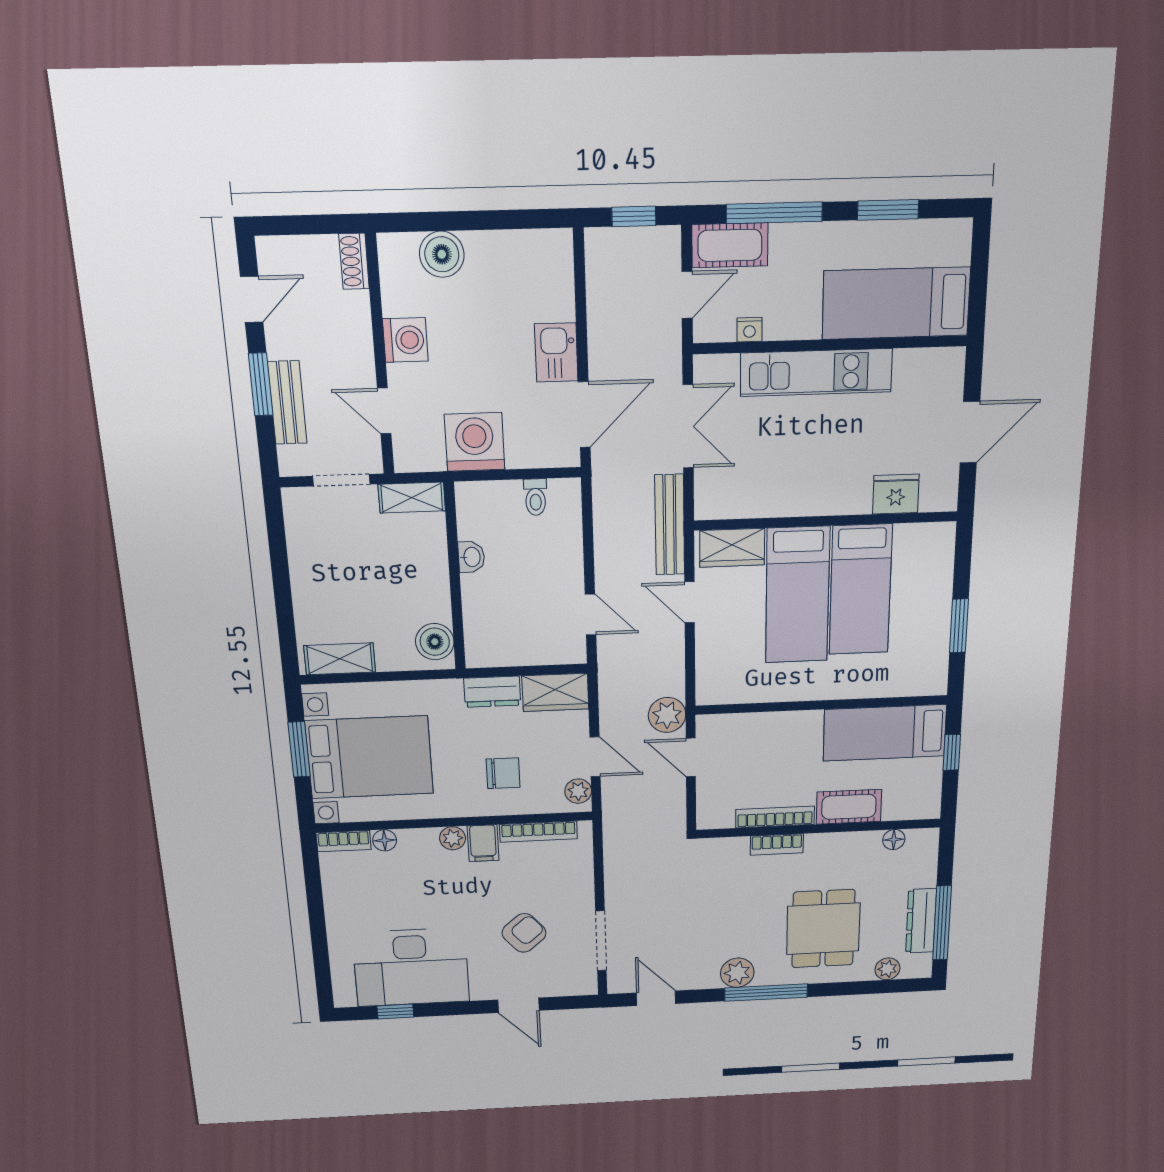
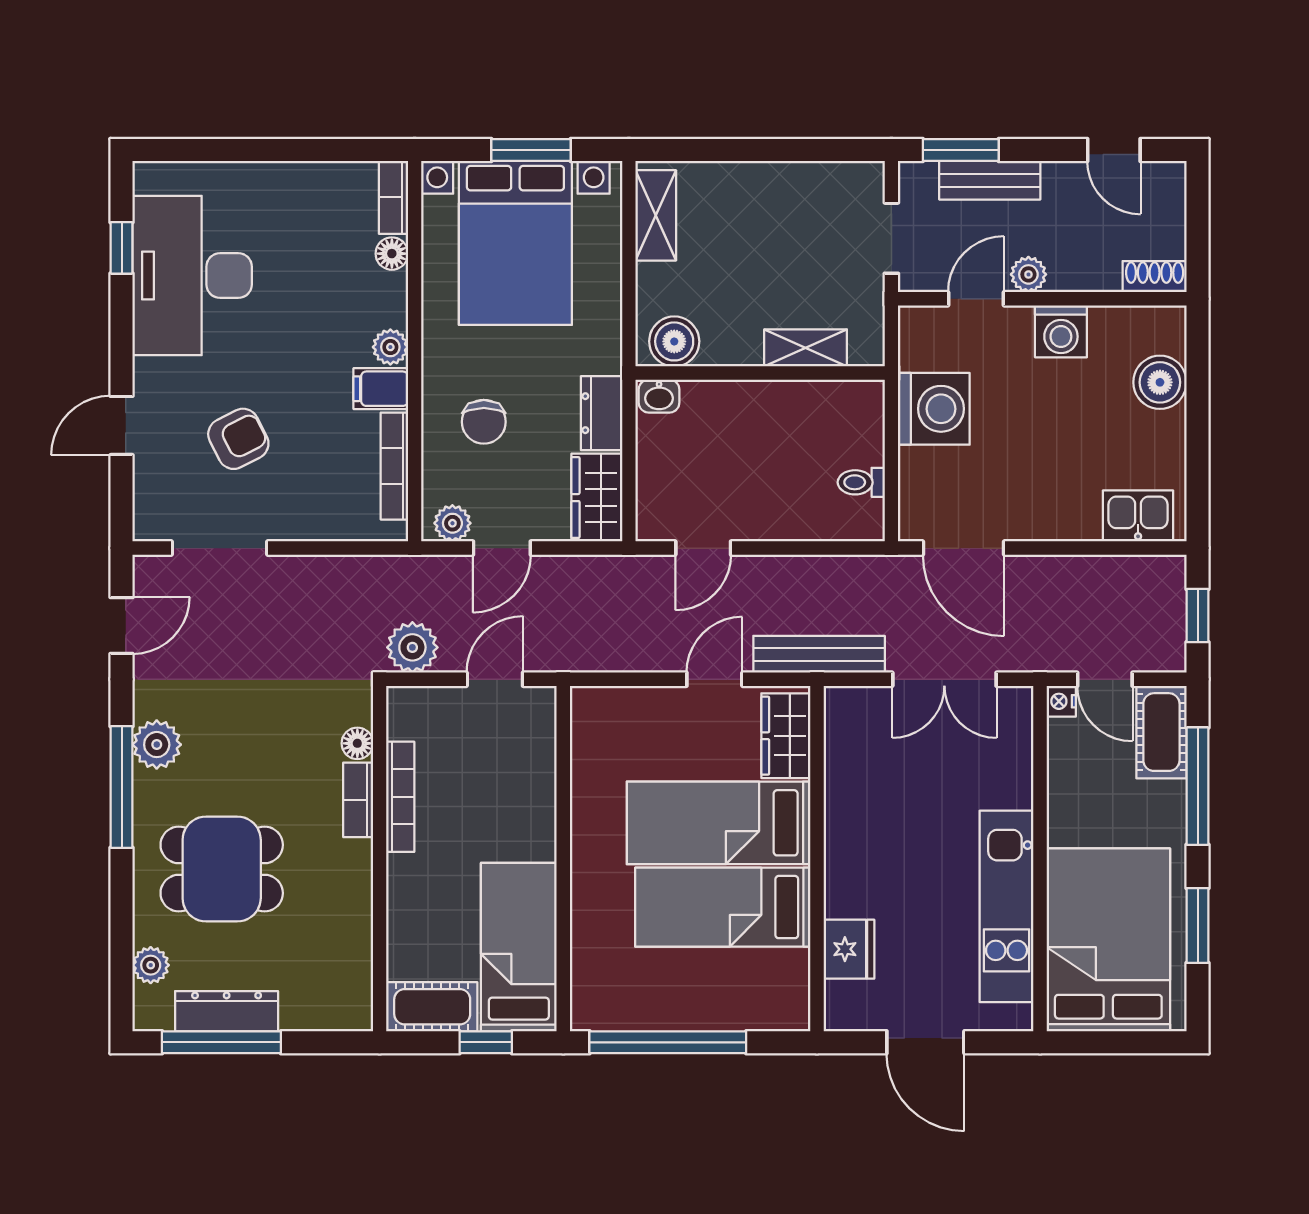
bed: (896, 303) -> (1108, 940), width x1.50
nightstand: (749, 330) -> (1061, 701), moved
kitchen sink: (556, 352) -> (1138, 516), moved
plant: (361, 368) -> (1028, 274), added
kitchen unit: (816, 373) -> (1007, 906), moved
window: (261, 384) -> (961, 150), moved
shelving: (412, 498) -> (806, 348), moved, turned 90
washbasin: (471, 557) -> (659, 396), moved
window: (959, 626) -> (668, 1042), width x2.11
plant: (667, 715) -> (412, 647), moved
cot: (849, 807) -> (432, 1007), moved, turned 90
floor lamp: (894, 840) -> (357, 743), moved
armchair: (524, 933) -> (238, 439), turned -76

